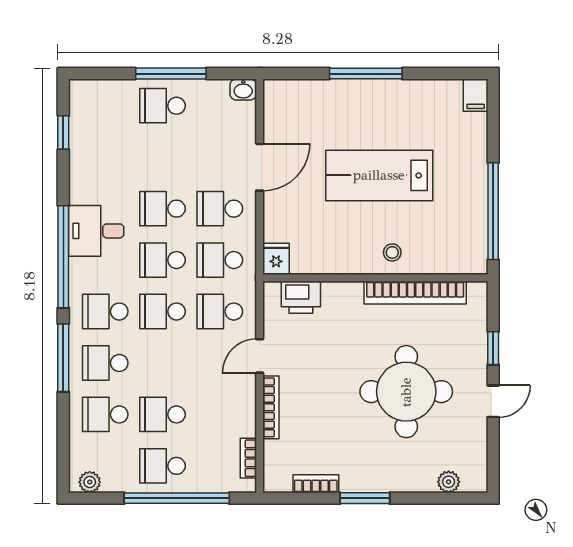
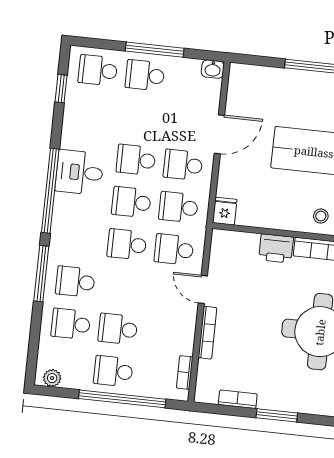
printer: (301, 297) -> (276, 248), moved
school desk: (105, 312) -> (98, 70), moved
door: (260, 356) -> (203, 289), hinge flipped

